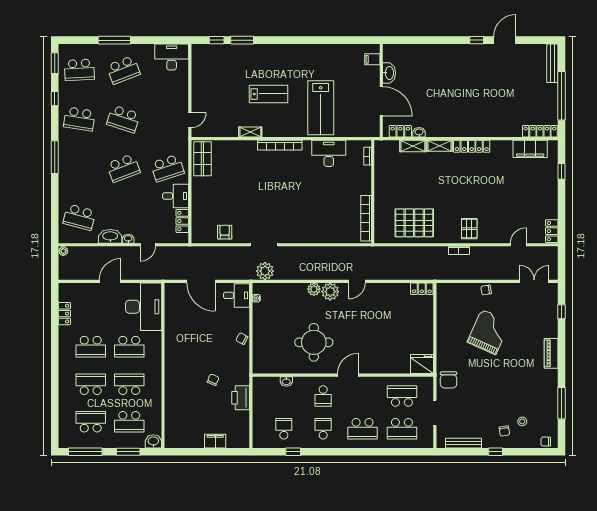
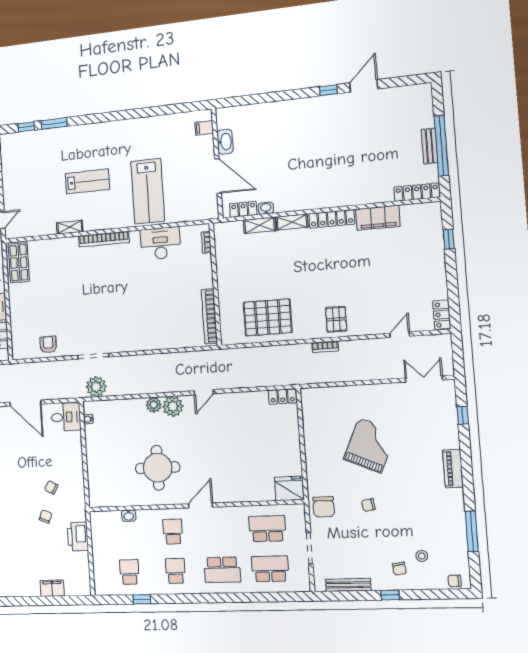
bench: (552, 63) -> (430, 146), moved, width x0.73
filing cabinet: (530, 149) -> (378, 218), moved
chair: (486, 290) -> (369, 505), moved
chair: (242, 339) -> (51, 487), moved
school desk: (323, 396) -> (173, 531), turned 180
school desk: (402, 429) -> (270, 569), turned 180

